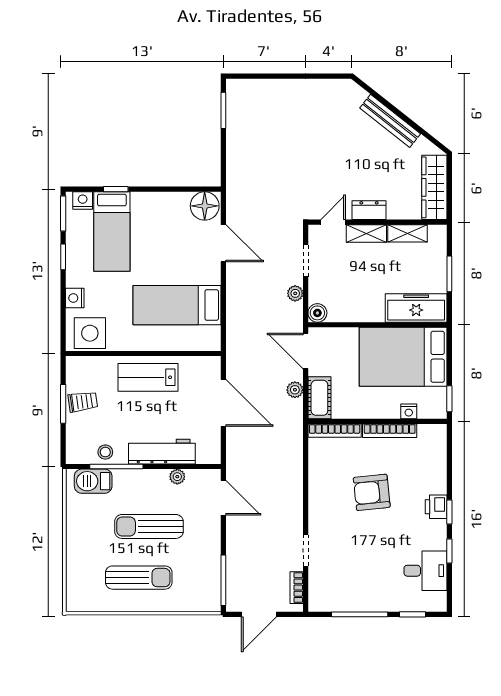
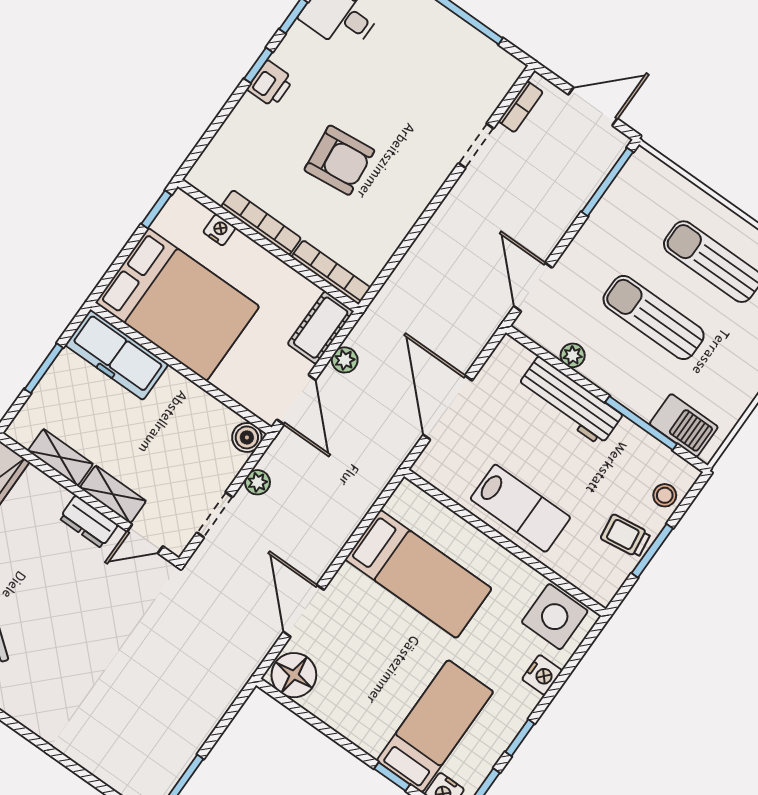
stool: (105, 452) -> (665, 495), moved
sun lounger: (149, 526) -> (654, 317), turned 180

